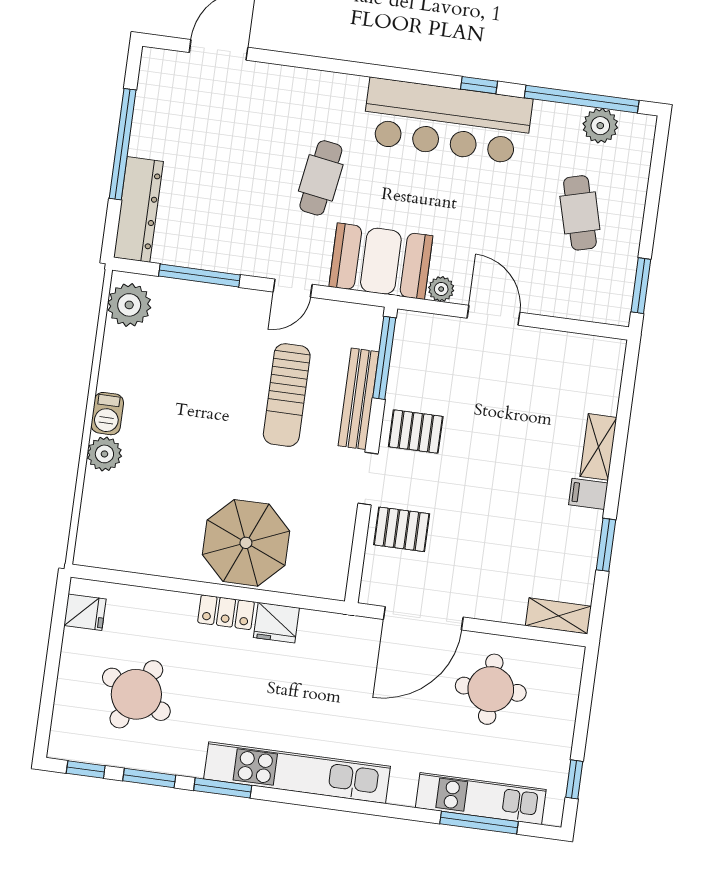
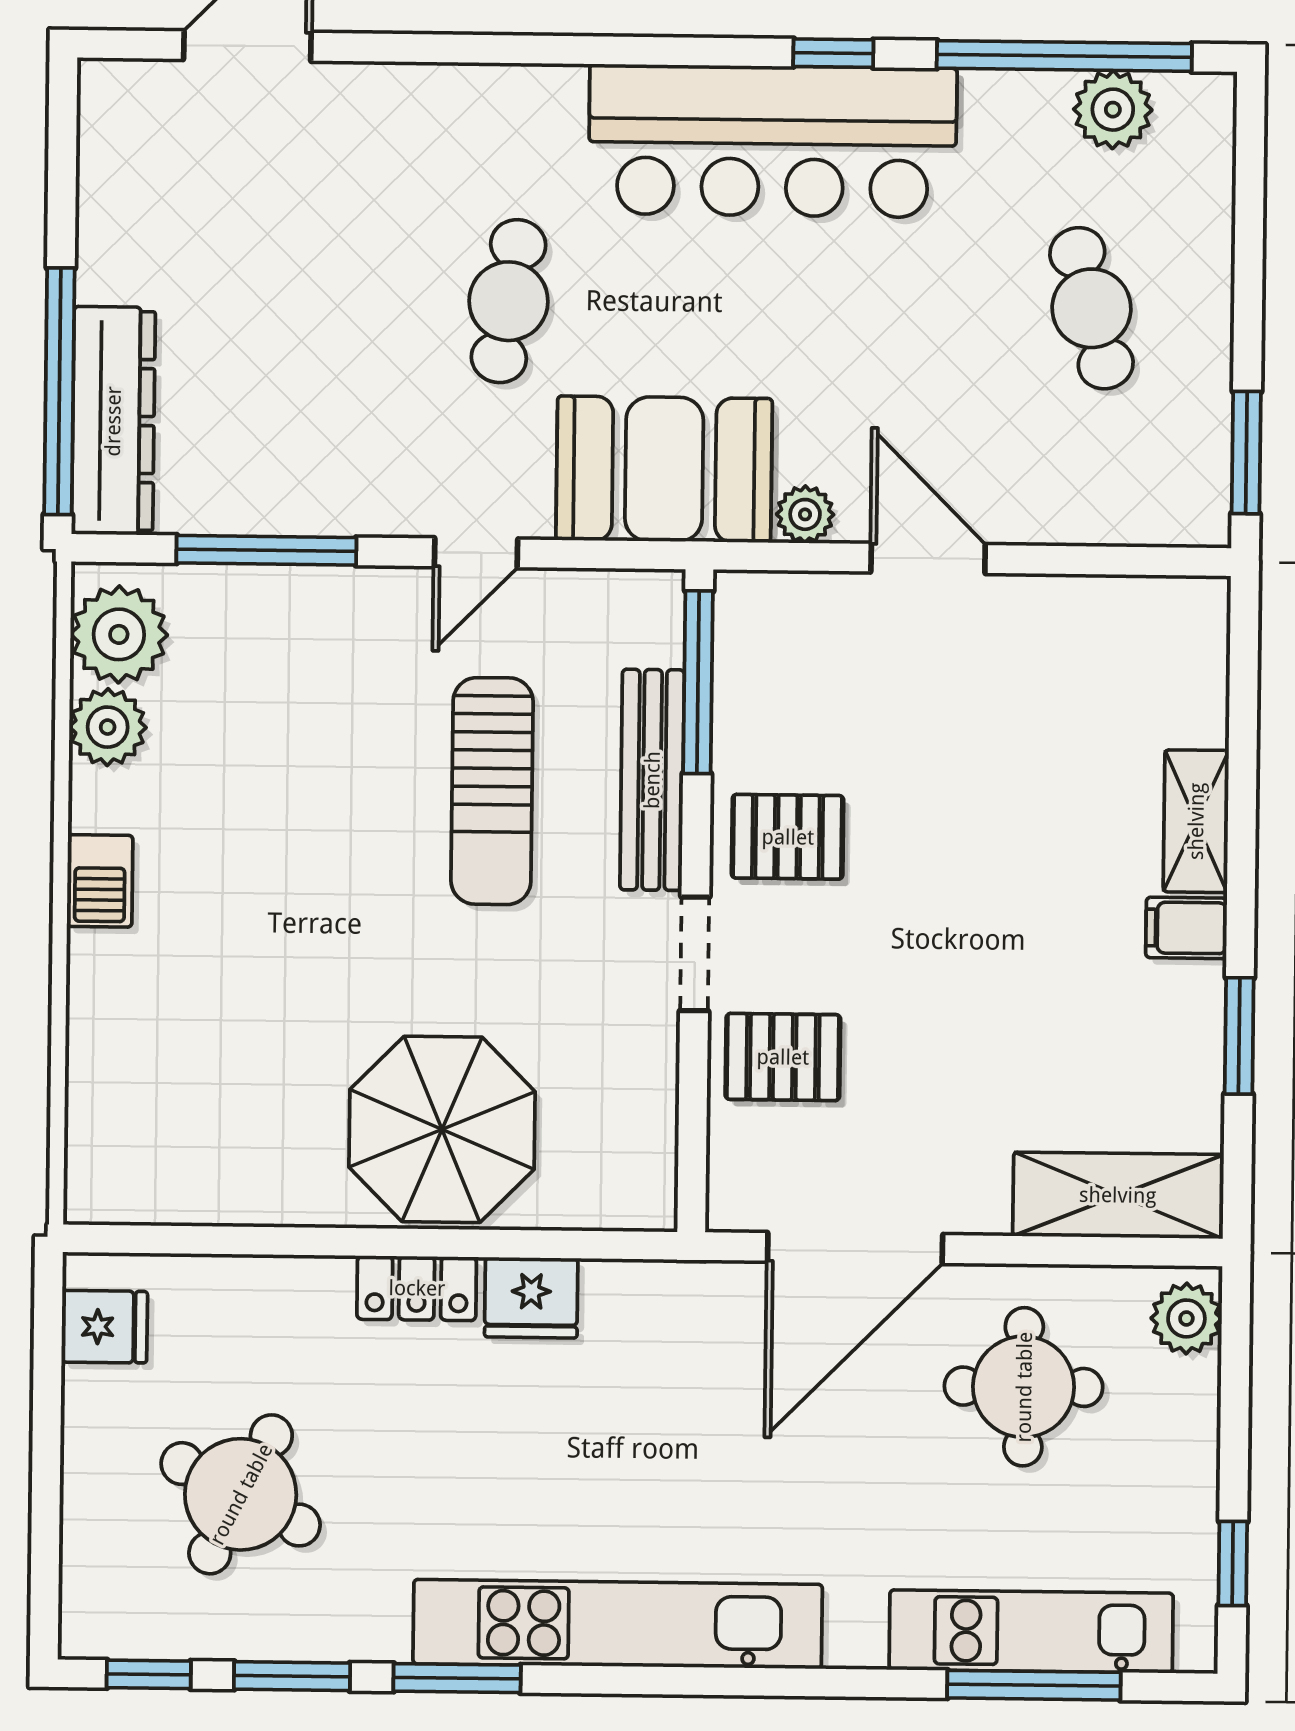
window: (123, 144) -> (59, 391), moved
plant: (104, 454) -> (108, 727), moved
shelving: (558, 616) -> (1118, 1195), width x1.50, depth x1.33
plant: (567, 668) -> (1186, 1318), added

